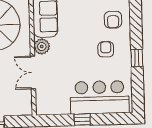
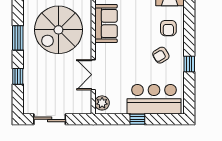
plant: (42, 47) -> (102, 103), moved
armchair: (106, 49) -> (161, 55), turned -121

